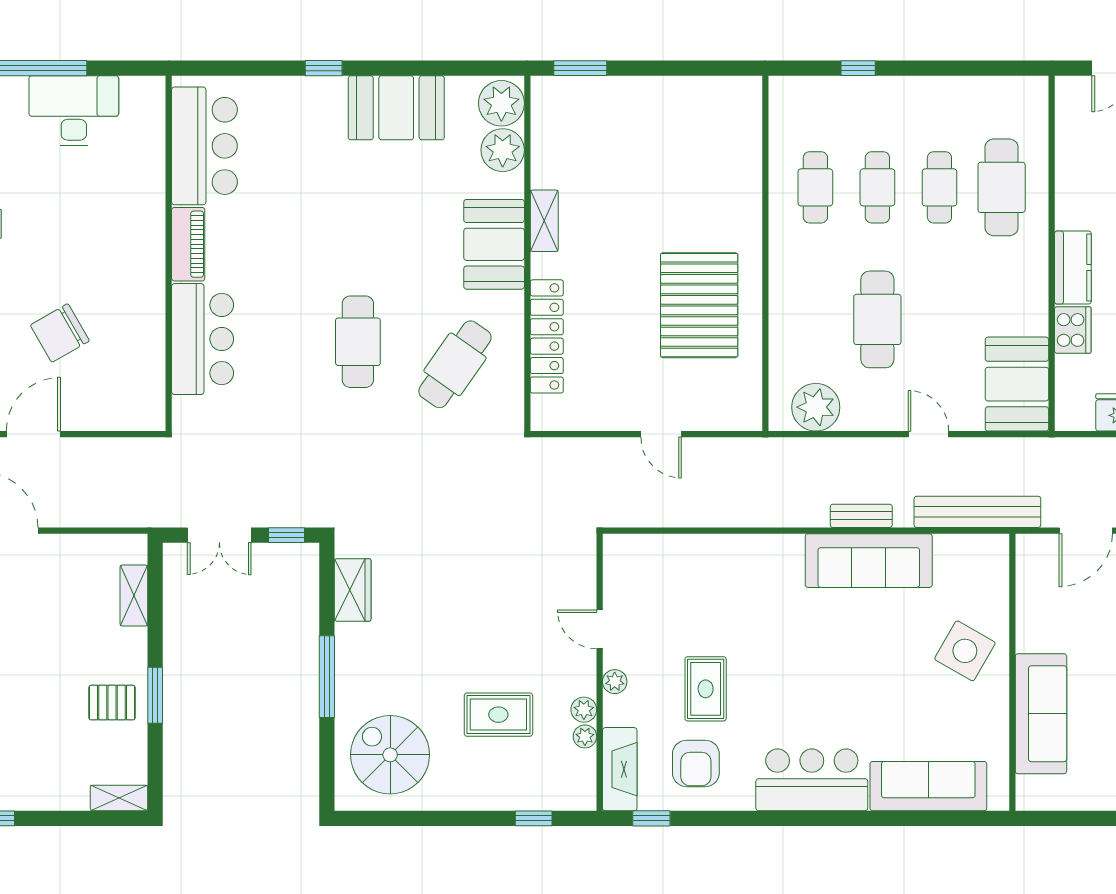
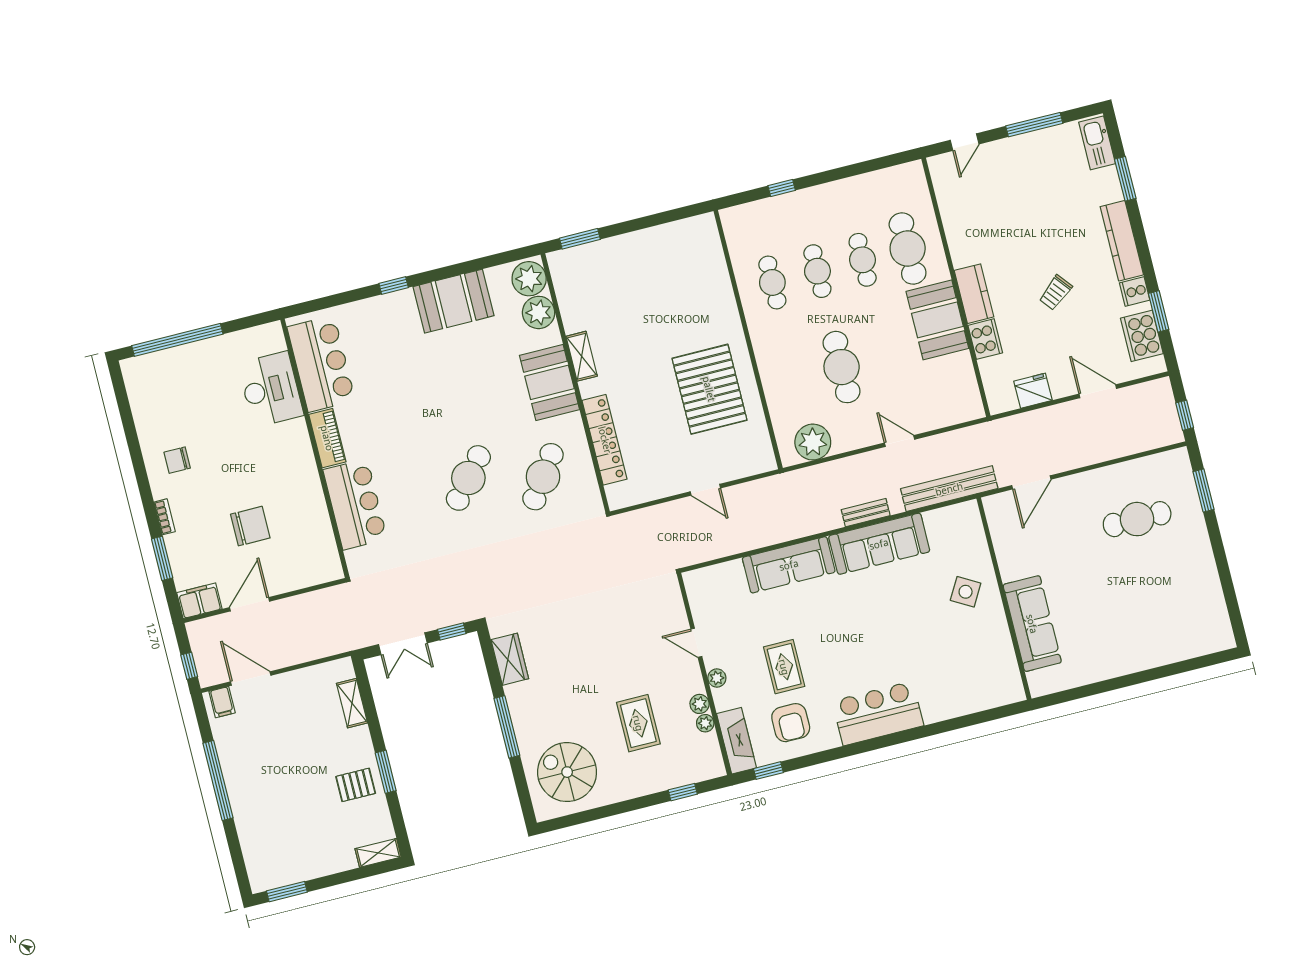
desk: (74, 111) -> (271, 389), moved, turned 90
chair: (60, 333) -> (250, 526), turned -150
cafe table: (358, 342) -> (468, 478), turned 40
booth: (1017, 384) -> (937, 320), moved
side table: (965, 651) -> (966, 592), width x0.73, depth x0.73
rug: (498, 715) -> (638, 723), turned 90
sofa: (928, 786) -> (789, 565), moved, turned 180

